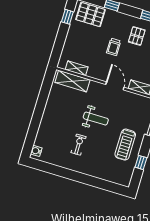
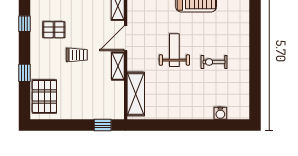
window: (67, 17) -> (103, 125), moved
shelving: (77, 68) -> (118, 66), moved
water cooler: (36, 151) -> (220, 113), moved

